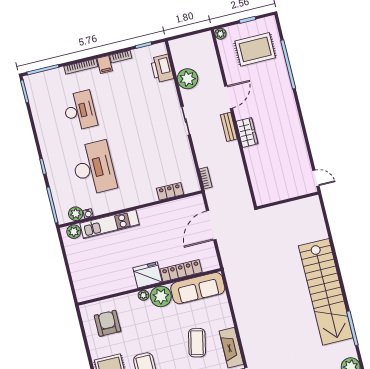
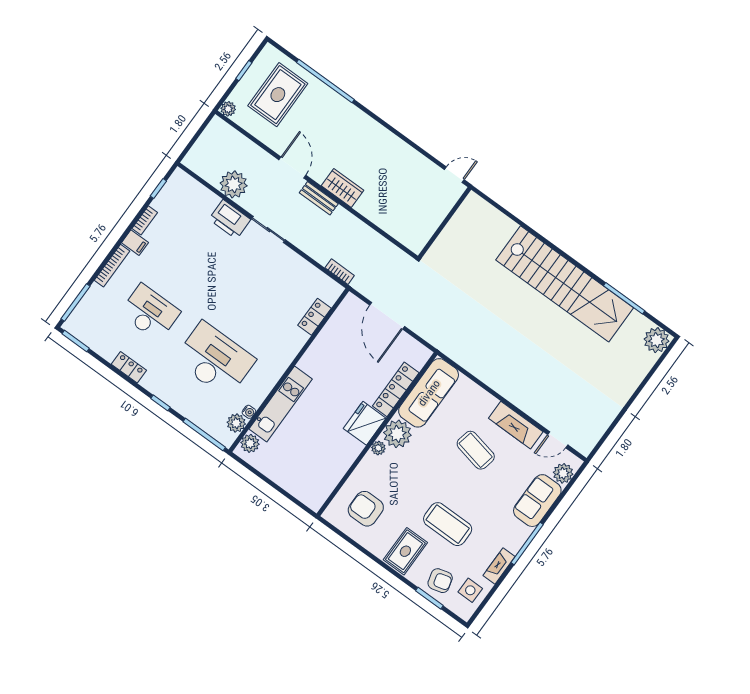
printer: (162, 68) -> (230, 219), moved
locker: (42, 131) -> (129, 367), added

